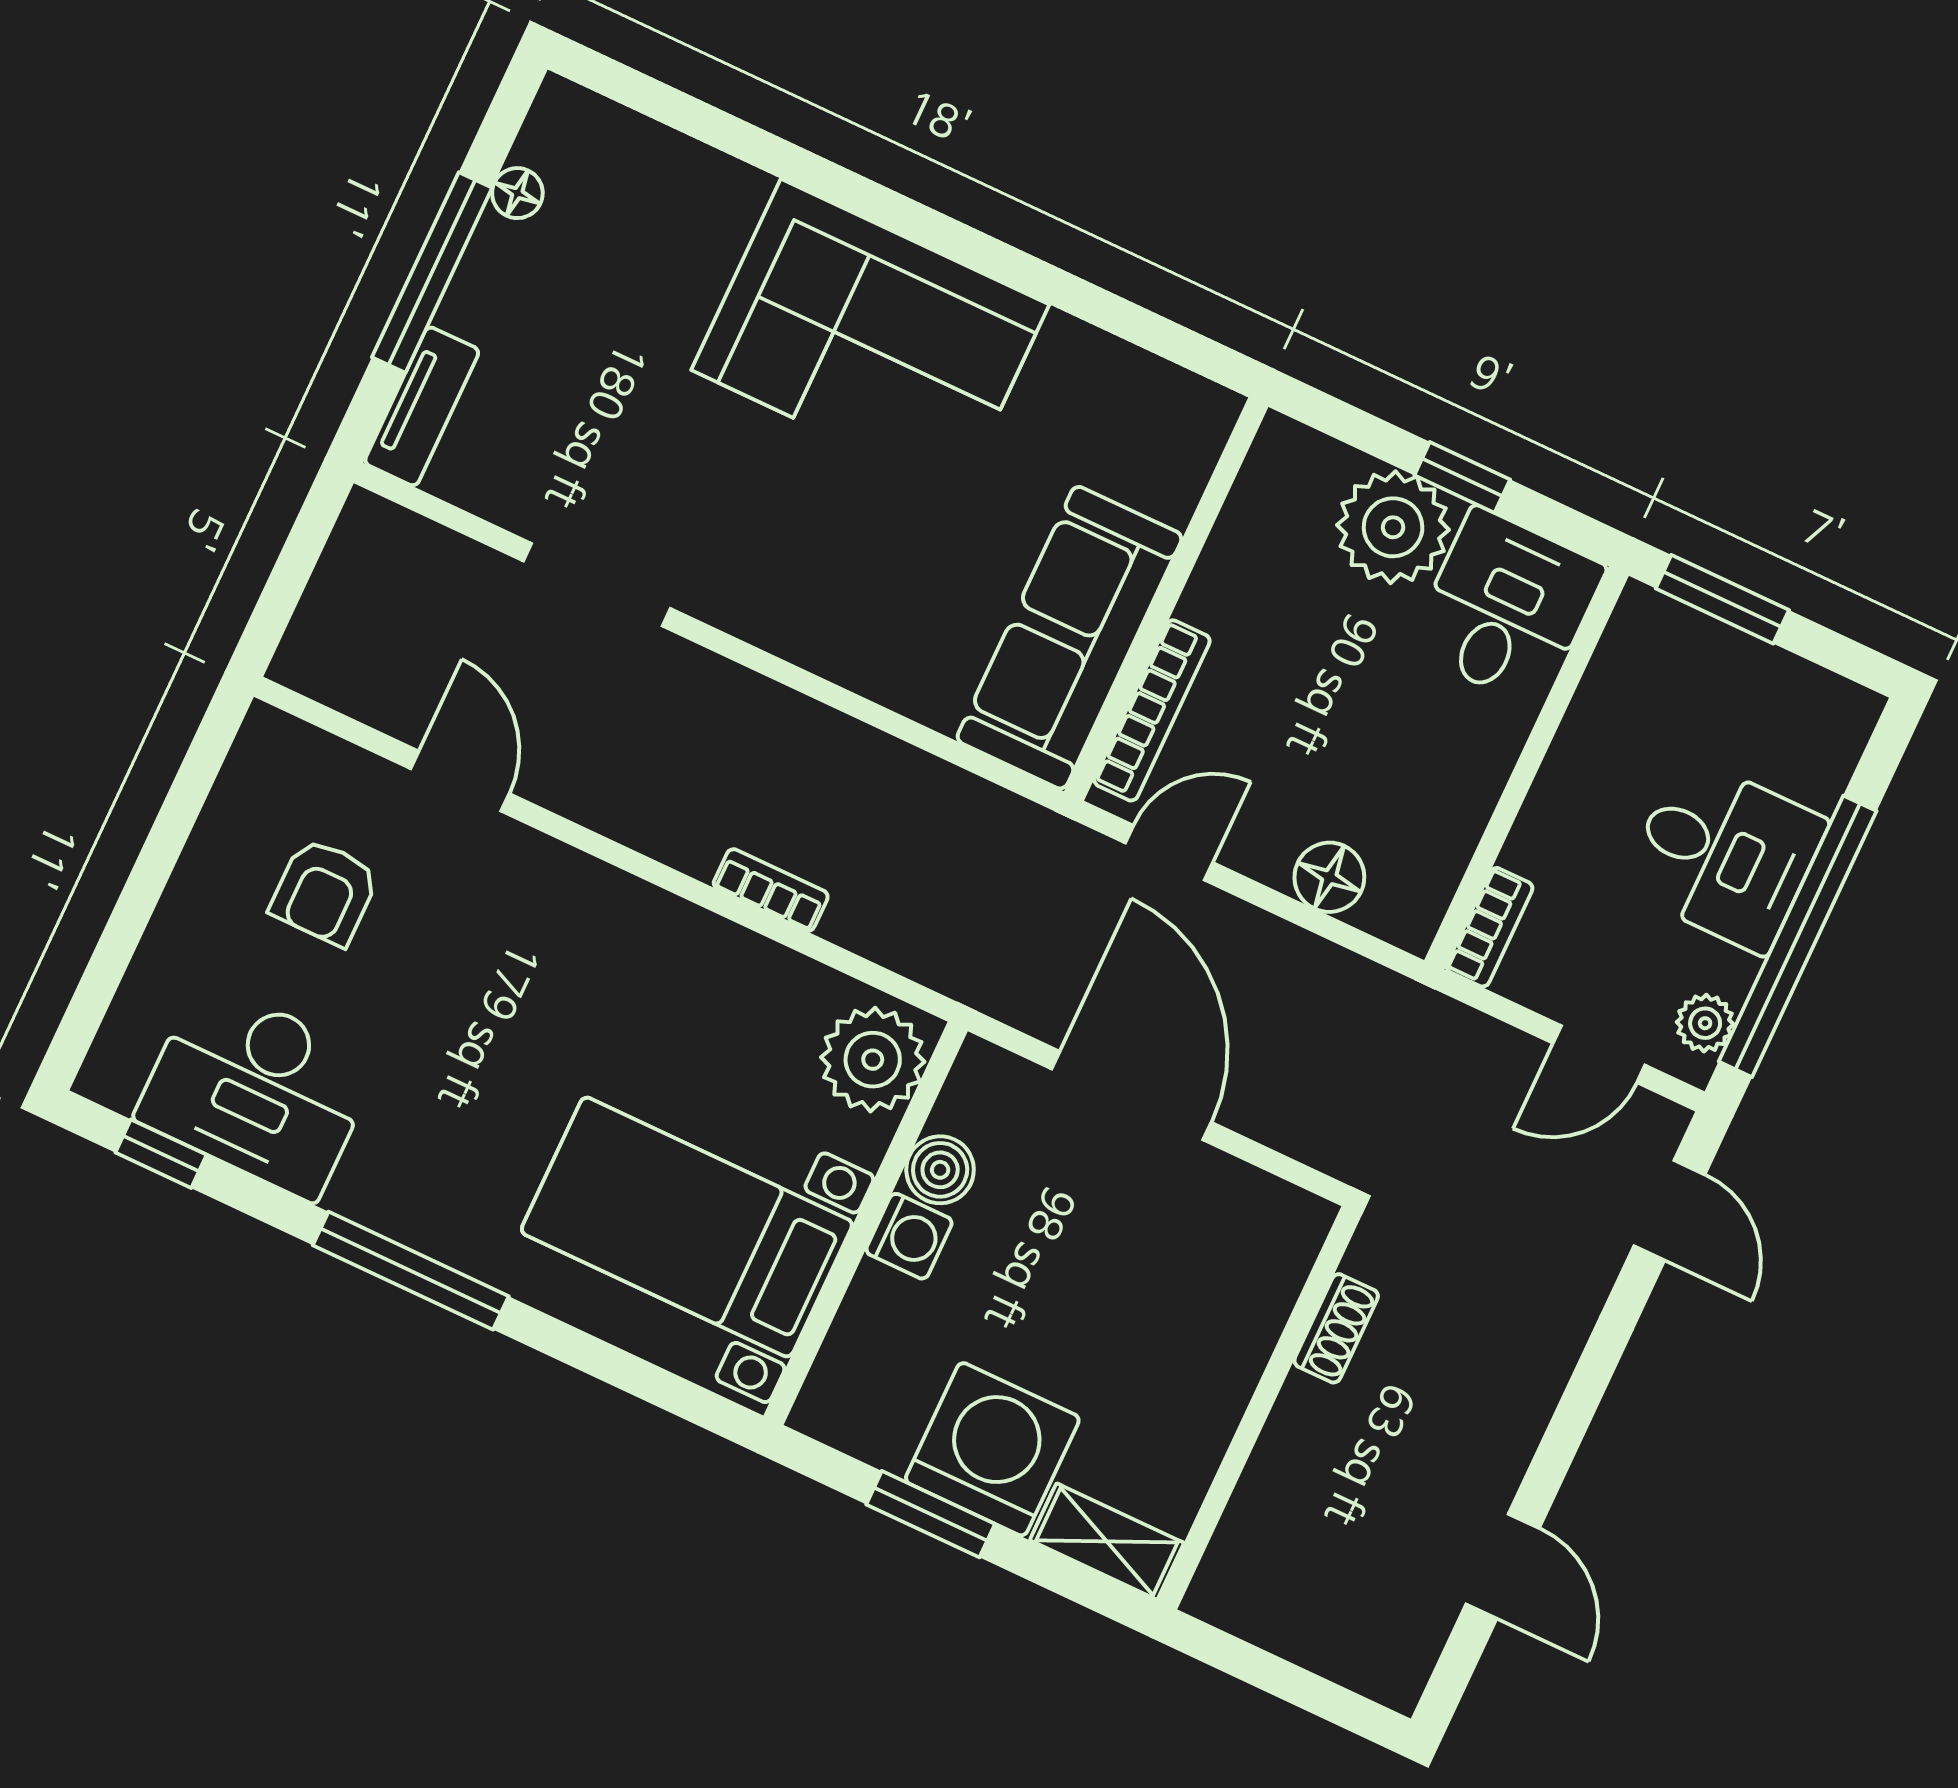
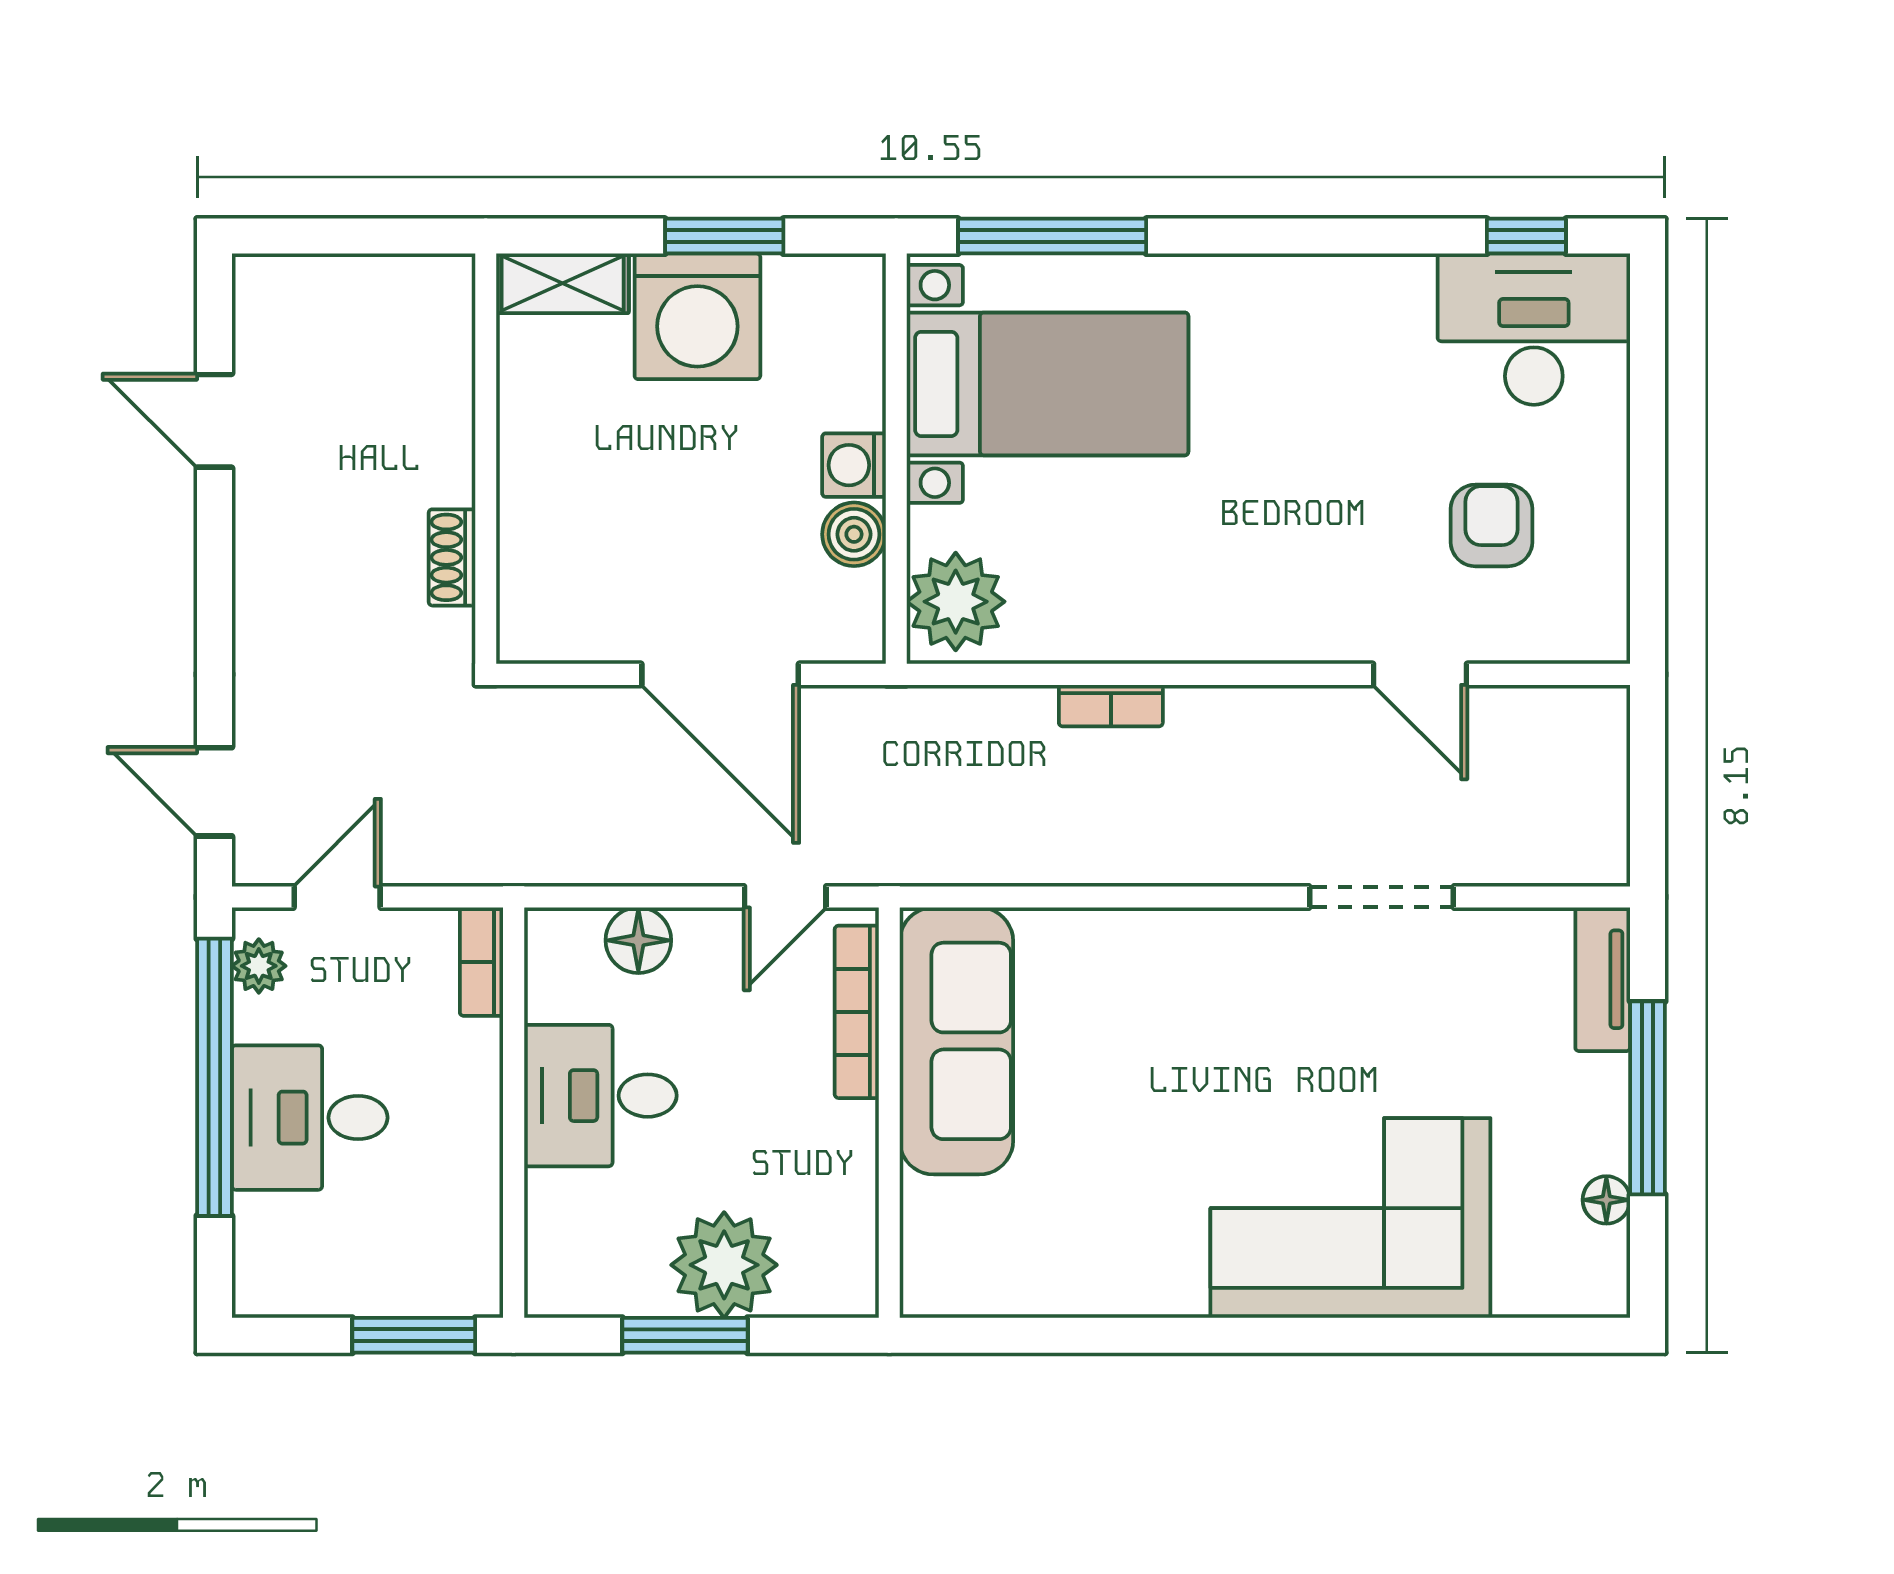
corner sofa: (870, 337) -> (1350, 1218), moved
window: (1462, 477) -> (685, 1335), width x1.50
desk: (1507, 608) -> (600, 1096), moved, turned 90
desk: (257, 1090) -> (1534, 329), moved
window: (411, 1271) -> (1052, 236), moved

